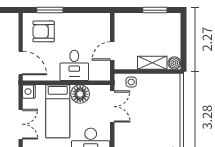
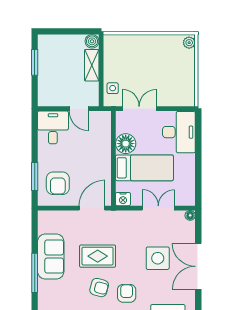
desk: (74, 65) -> (53, 127), moved, turned -90

